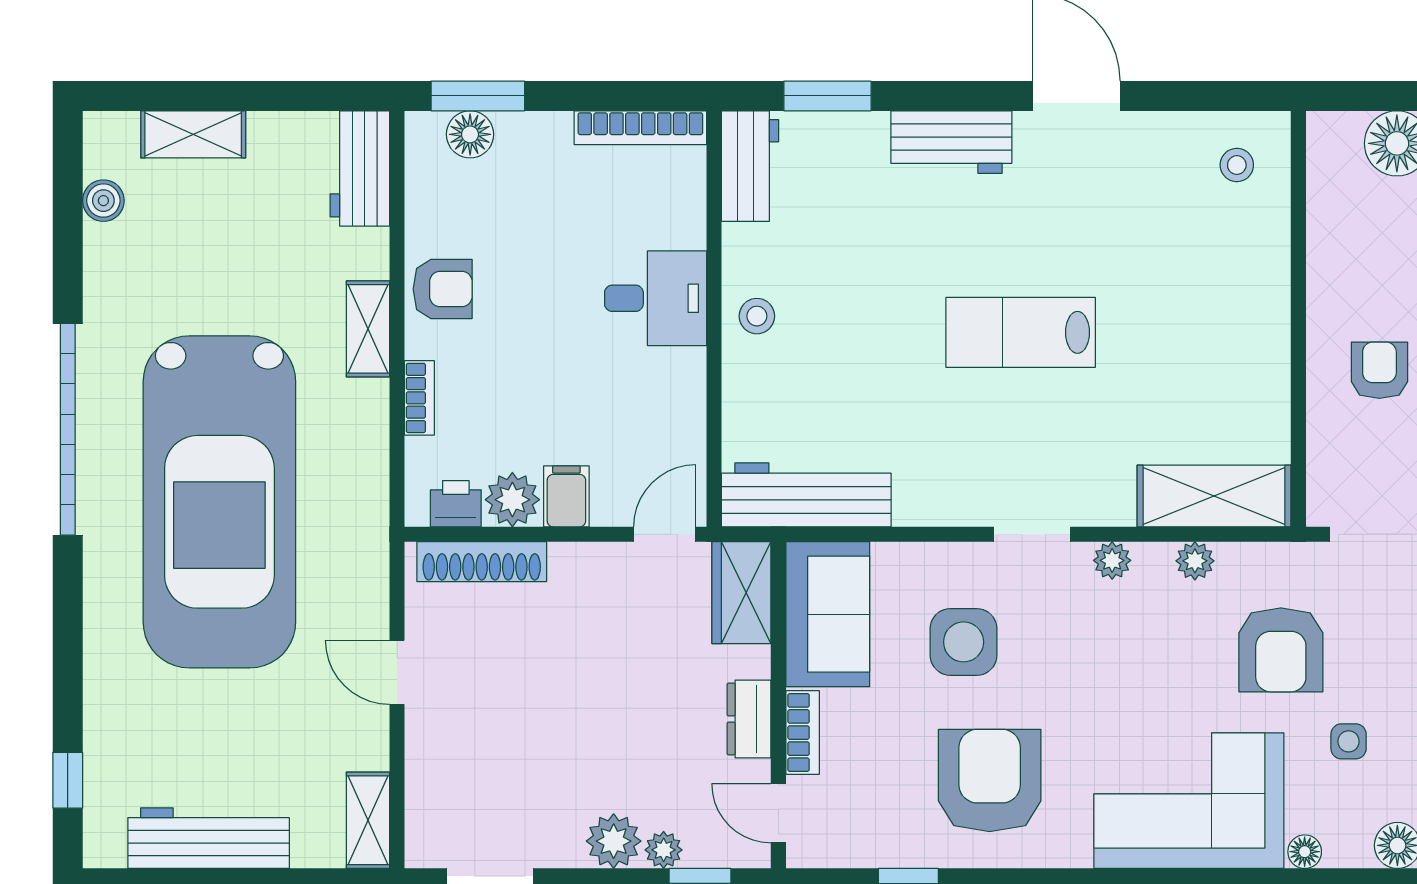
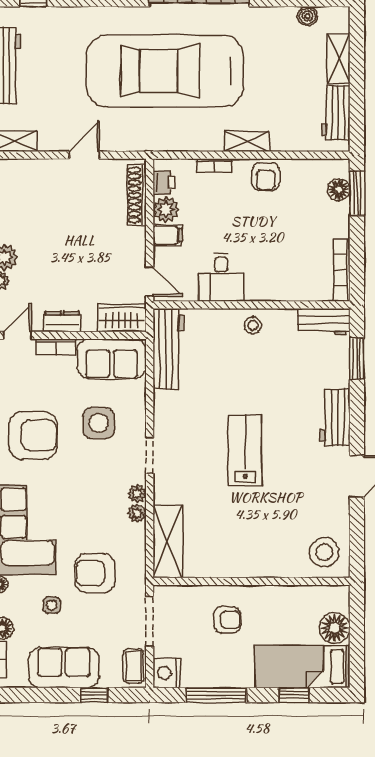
stool: (1237, 165) -> (324, 552), width x1.89, depth x1.89
workbench: (360, 168) -> (336, 112), moved, turned -90
desk: (656, 298) -> (221, 277), moved
plant: (1195, 561) -> (137, 513), moved

